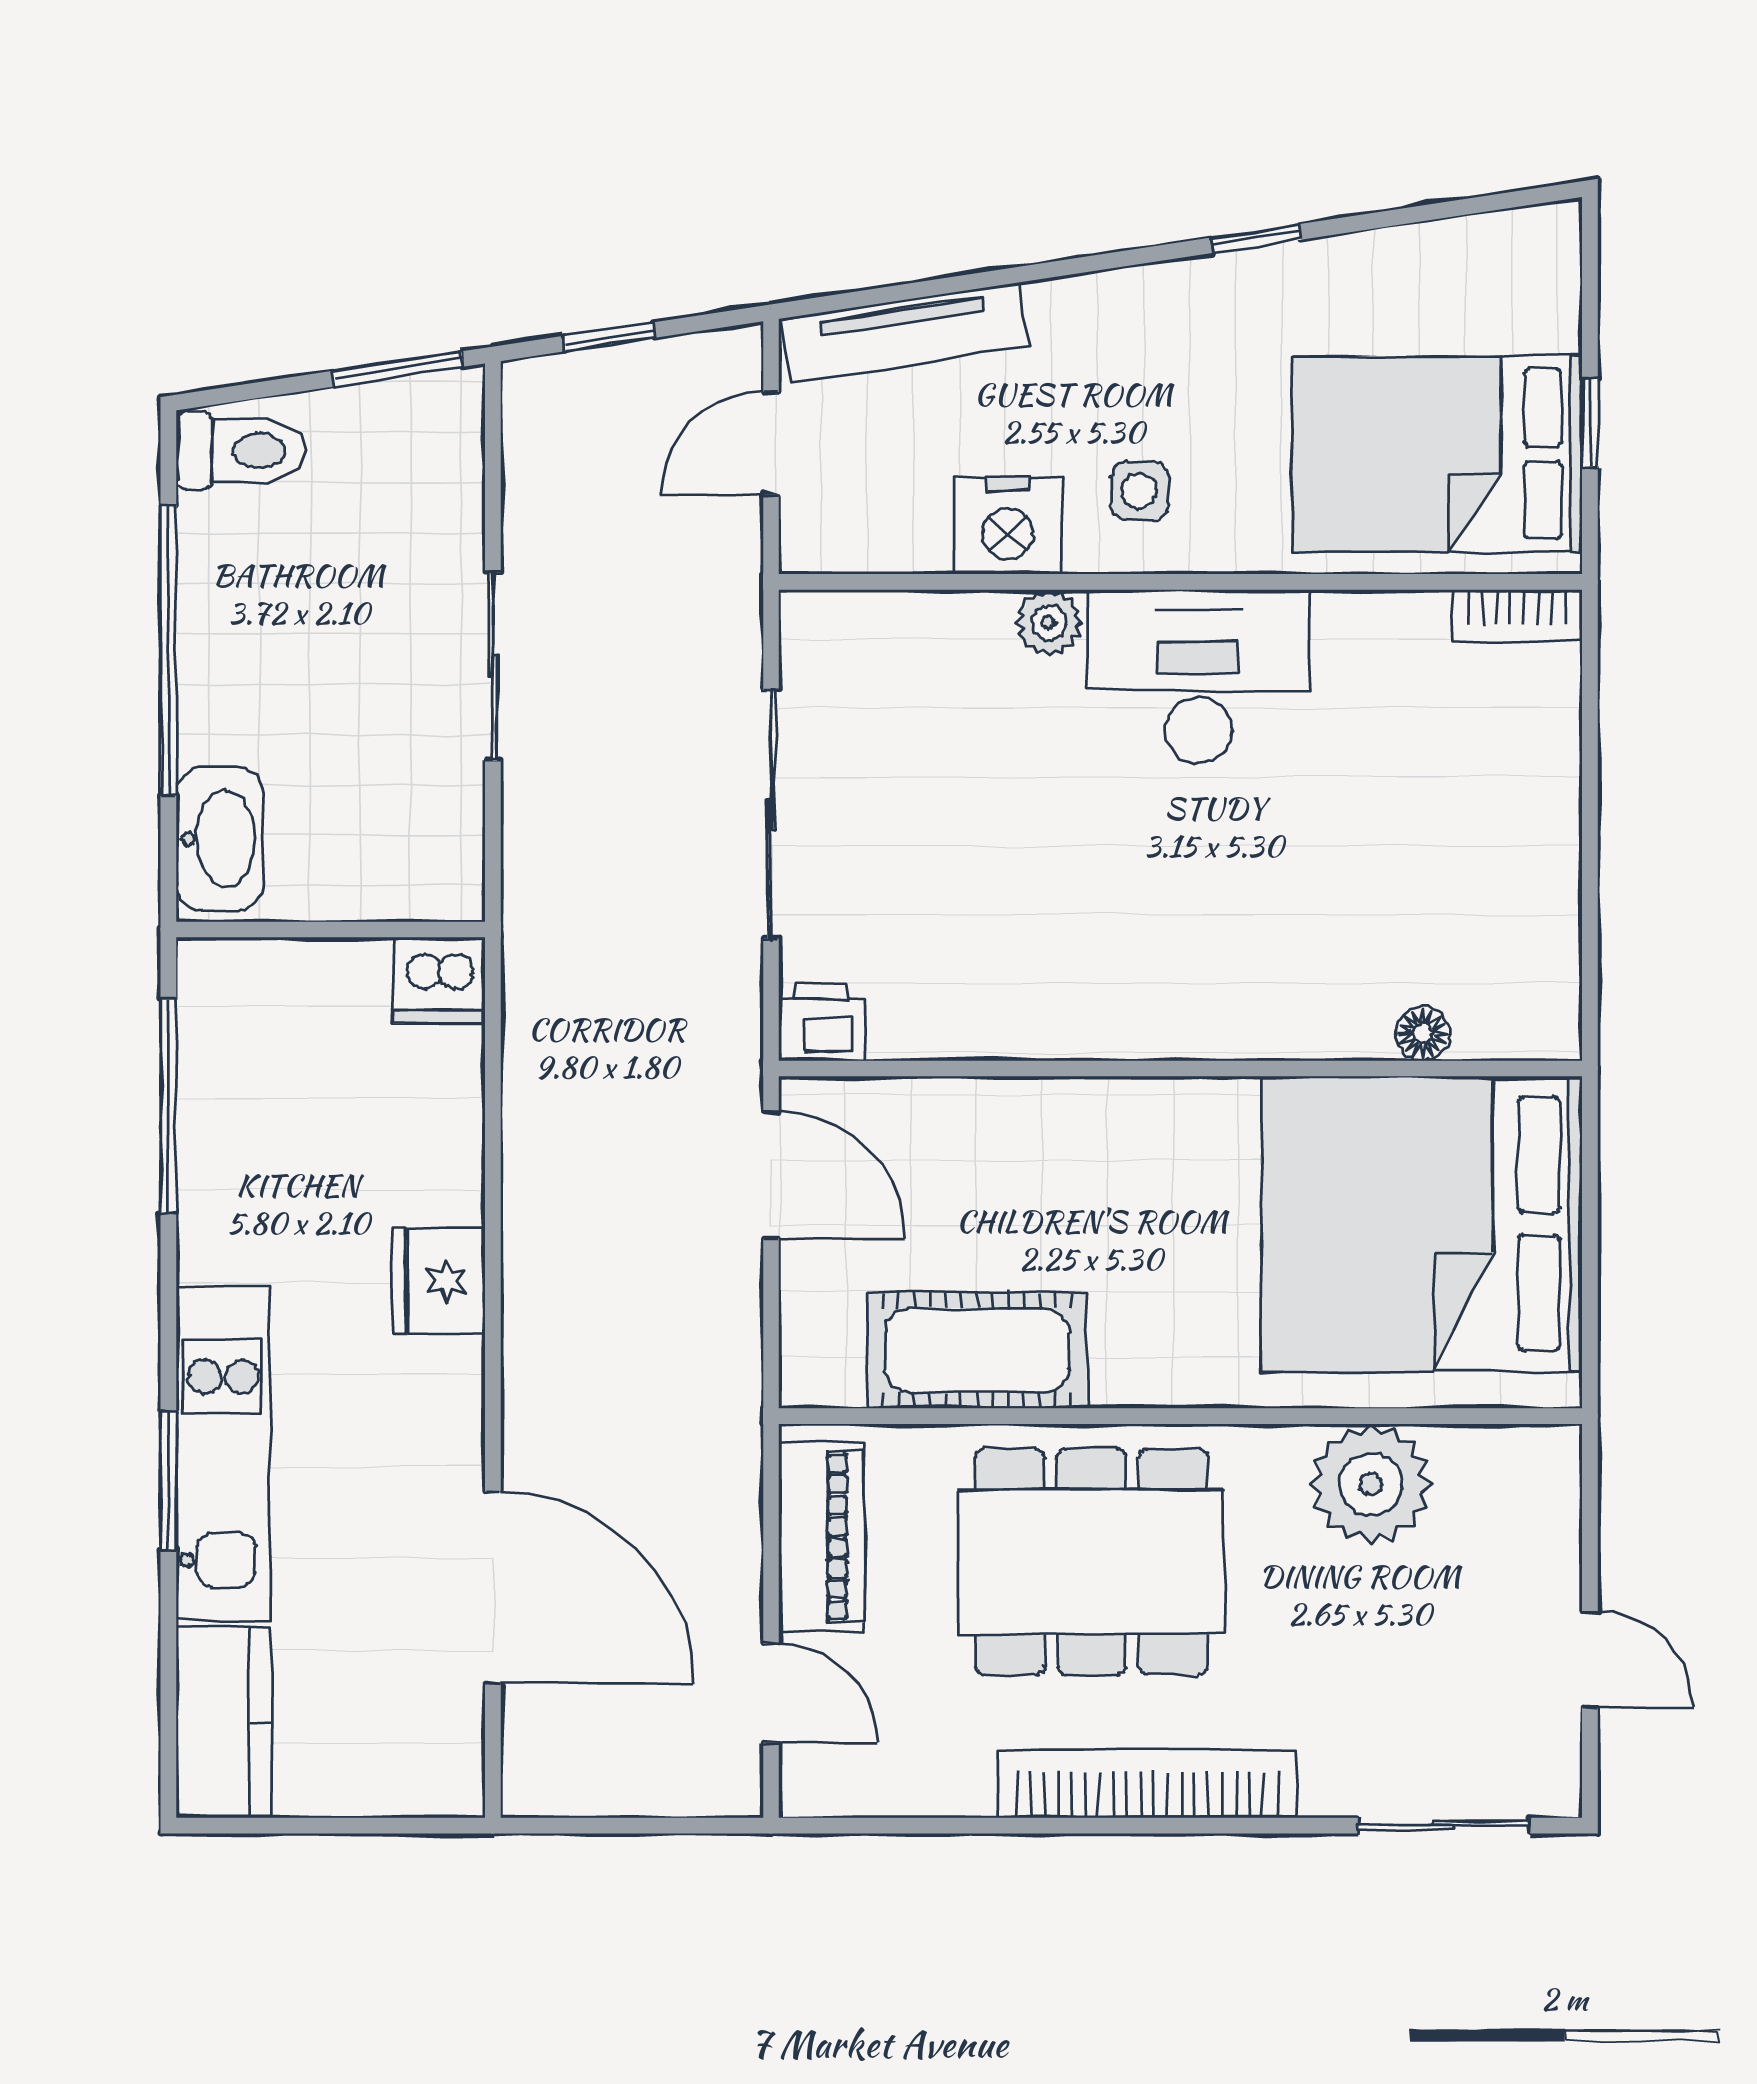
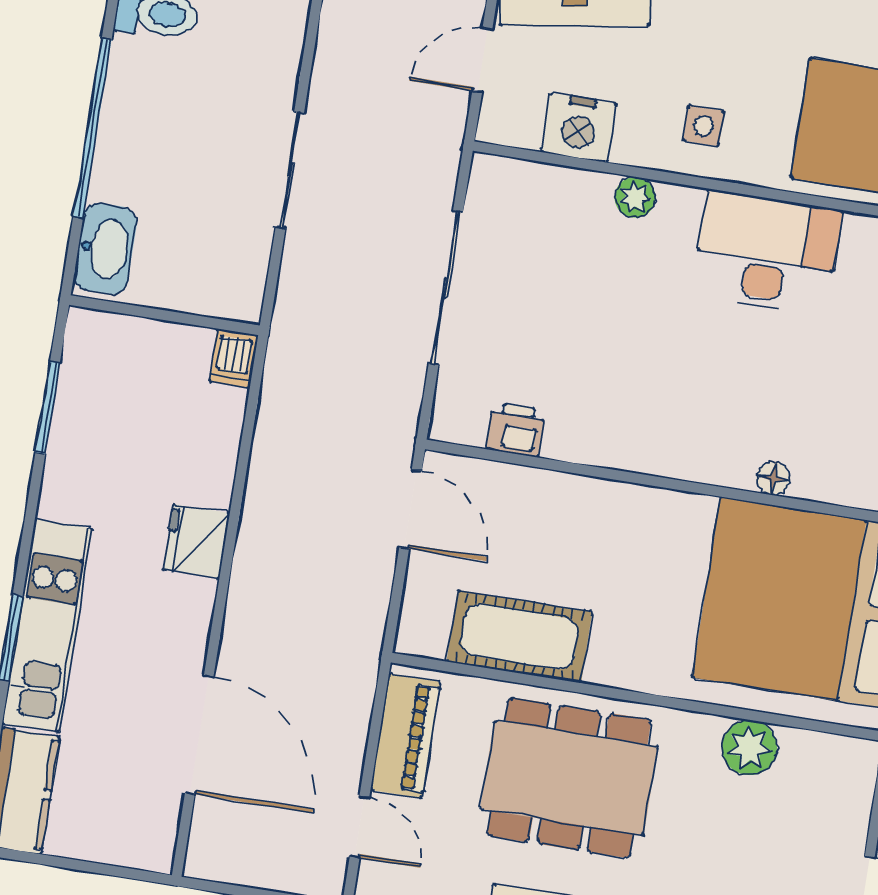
nightstand: (1008, 526) -> (579, 128), moved
desk: (1198, 677) -> (767, 253), moved
dishwasher: (439, 980) -> (234, 358), width x0.73
printer: (821, 1022) -> (516, 430), moved
floor lamp: (1423, 1034) -> (773, 478), moved
window: (168, 1106) -> (48, 408), width x0.69
plant: (1371, 1484) -> (749, 748), width x0.73, depth x0.73

